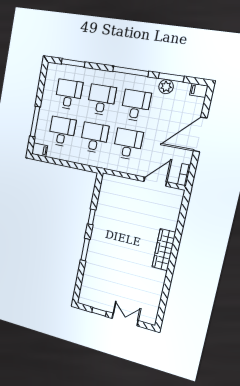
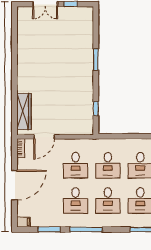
plant: (166, 87) -> (52, 221), removed
window: (92, 217) -> (96, 109), moved
wardrobe: (164, 250) -> (24, 112), moved

